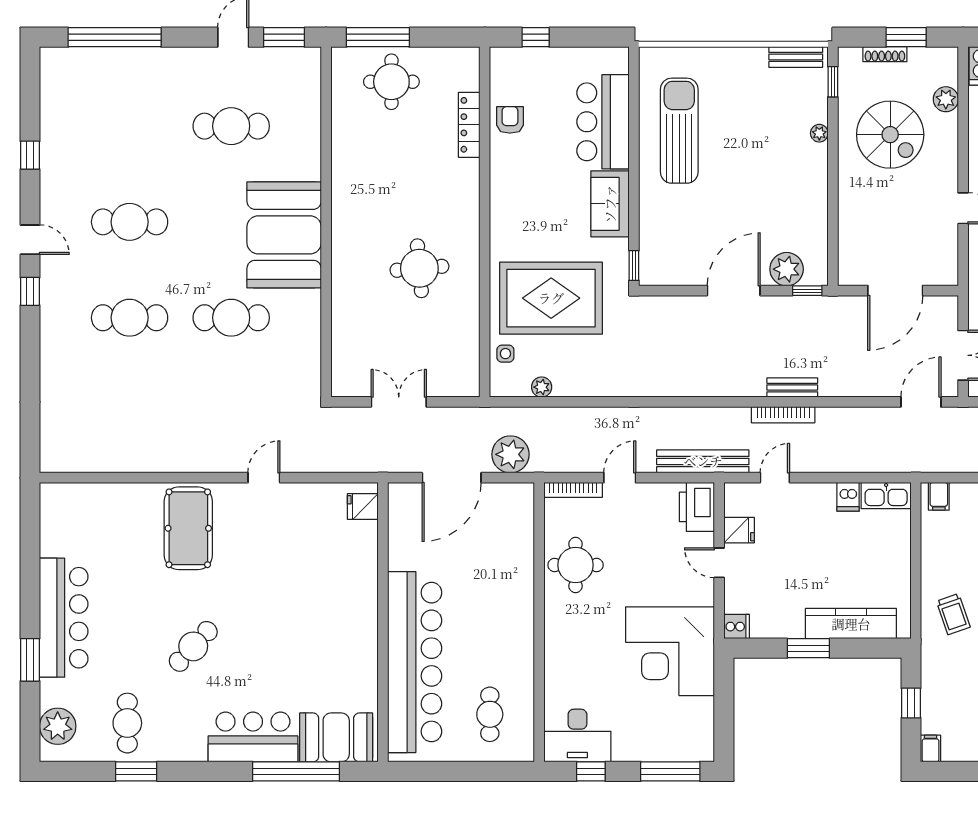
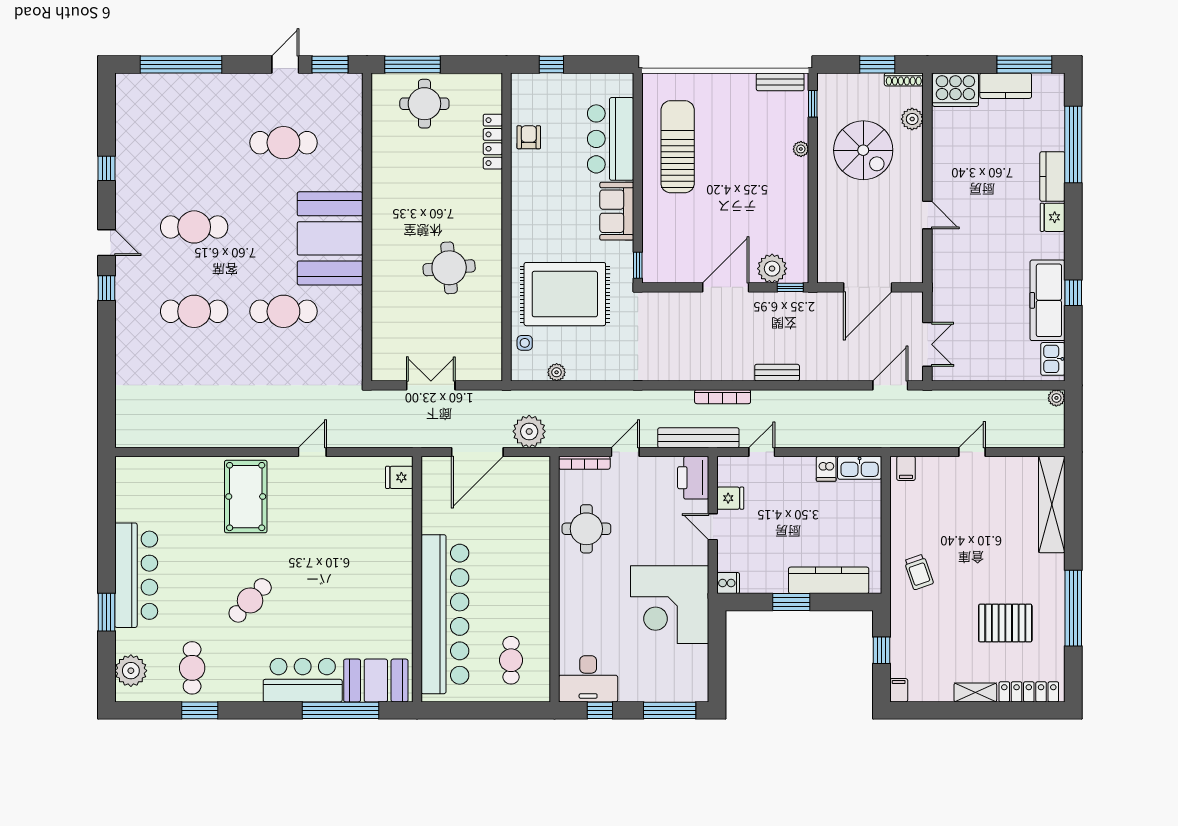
shoe rack: (885, 54) -> (904, 79), moved
bookcase: (783, 415) -> (723, 397), moved

